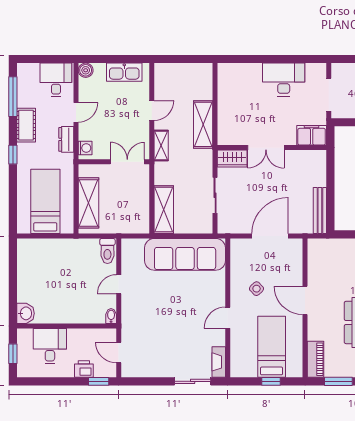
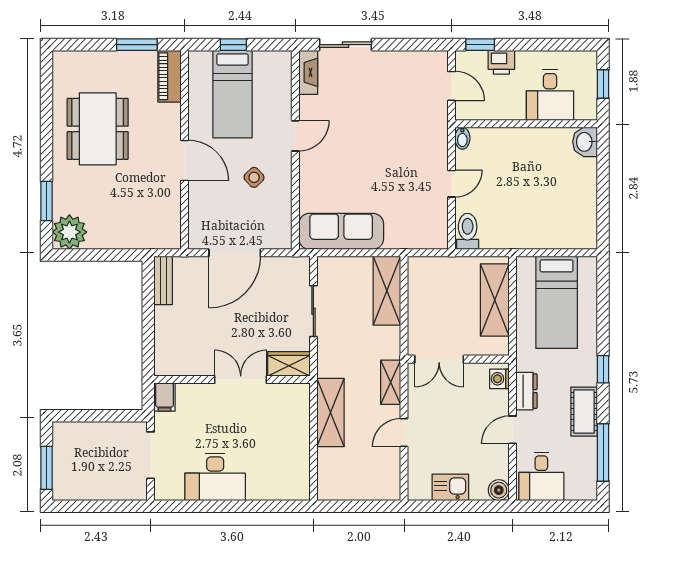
kitchen sink: (124, 72) -> (450, 487), width x0.73
filing cabinet: (312, 135) -> (165, 397), width x0.50
bench: (320, 211) -> (163, 280), width x0.73
sofa: (185, 254) -> (341, 231), width x0.74, depth x0.79

